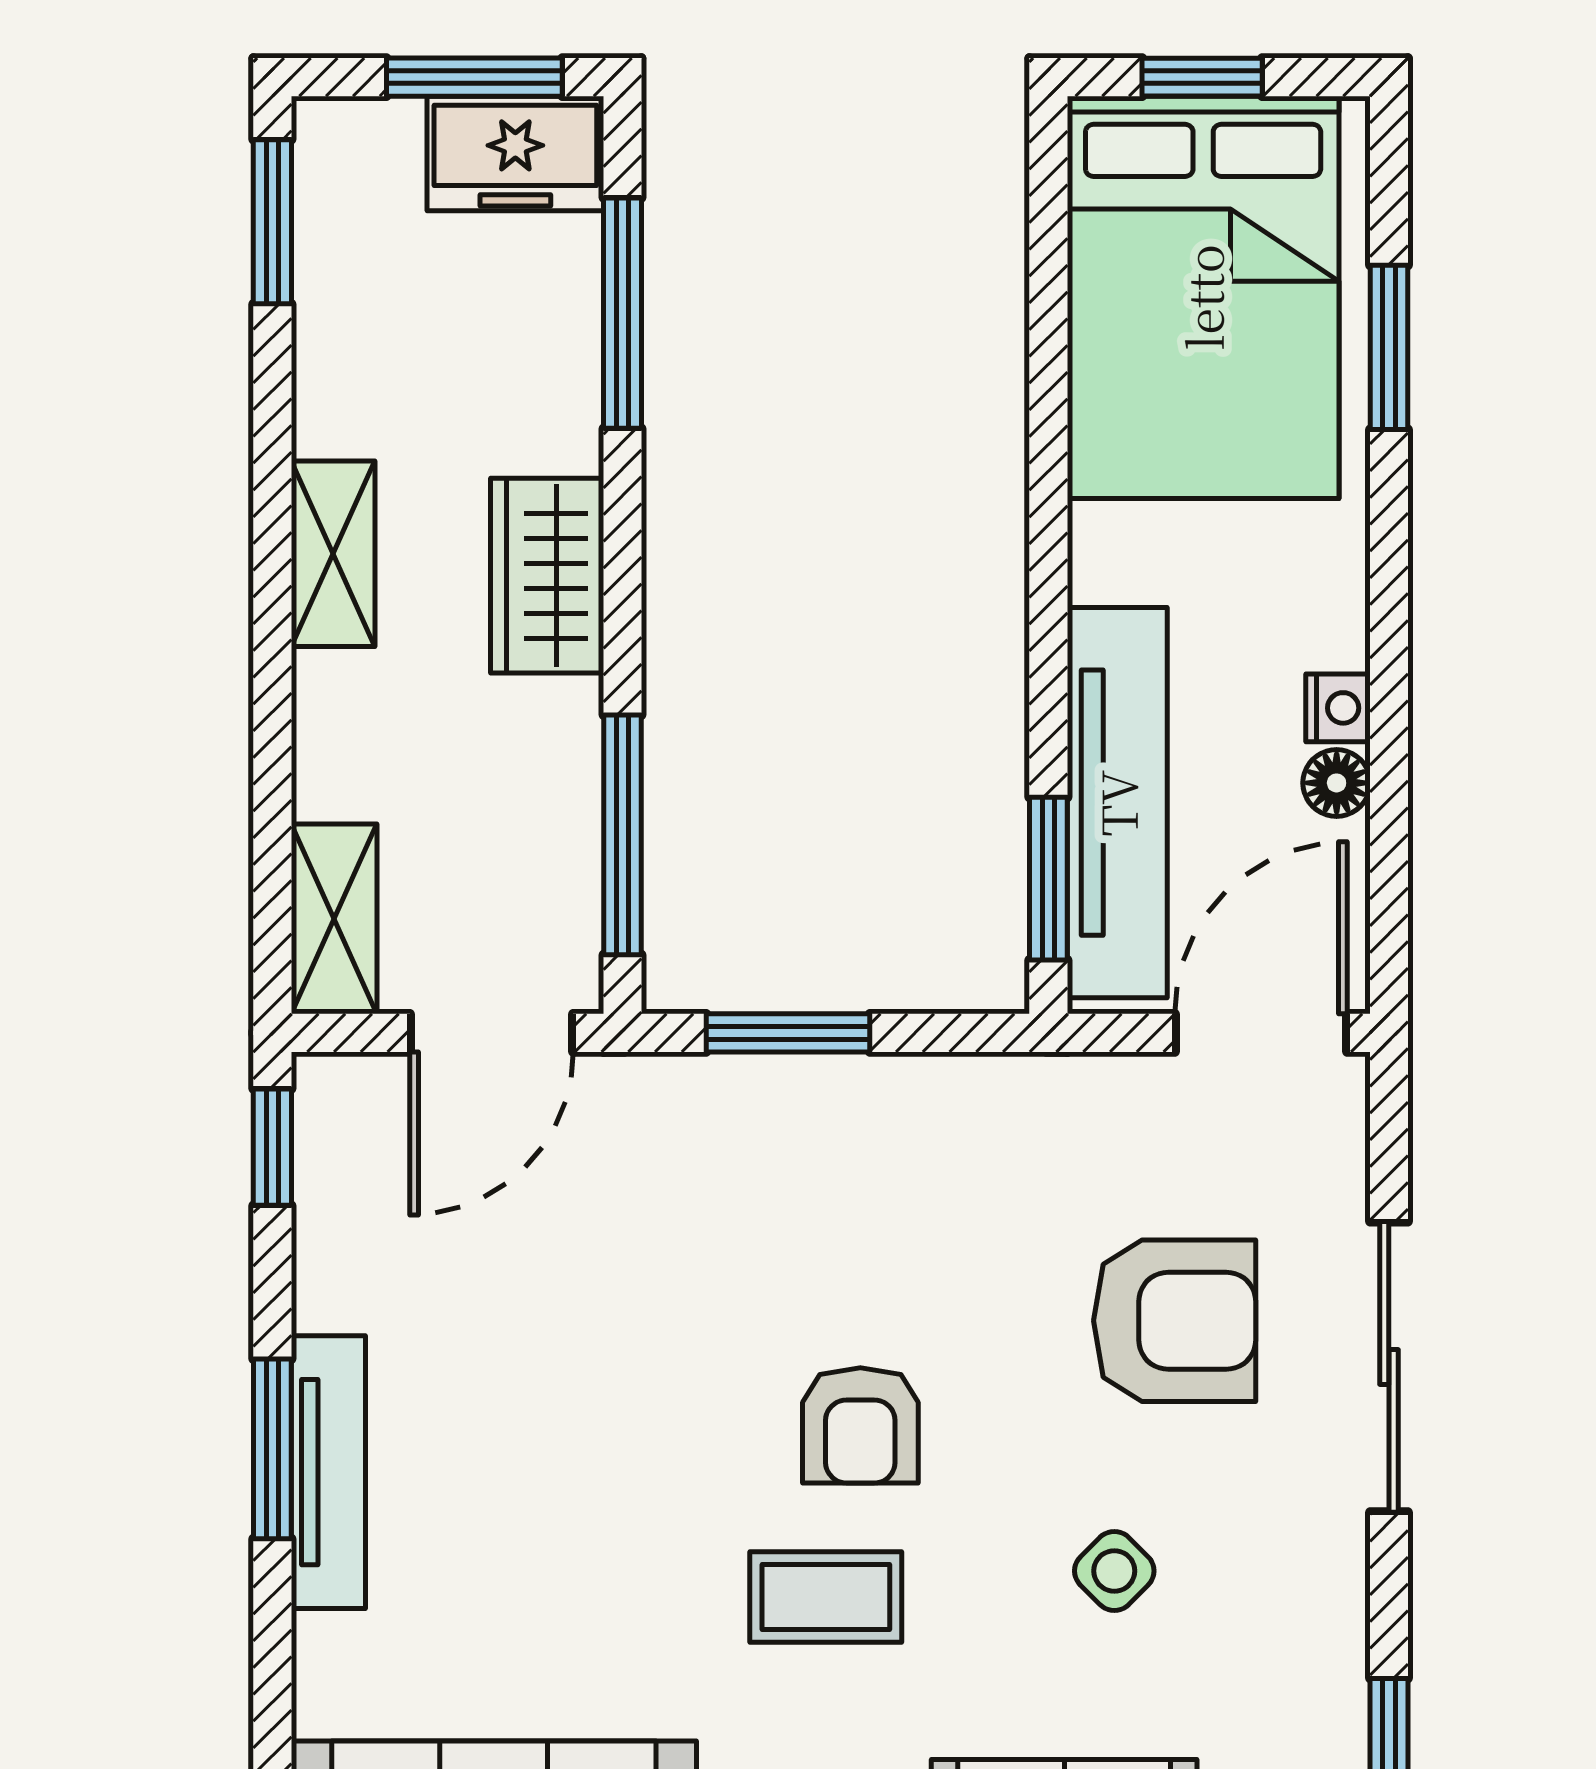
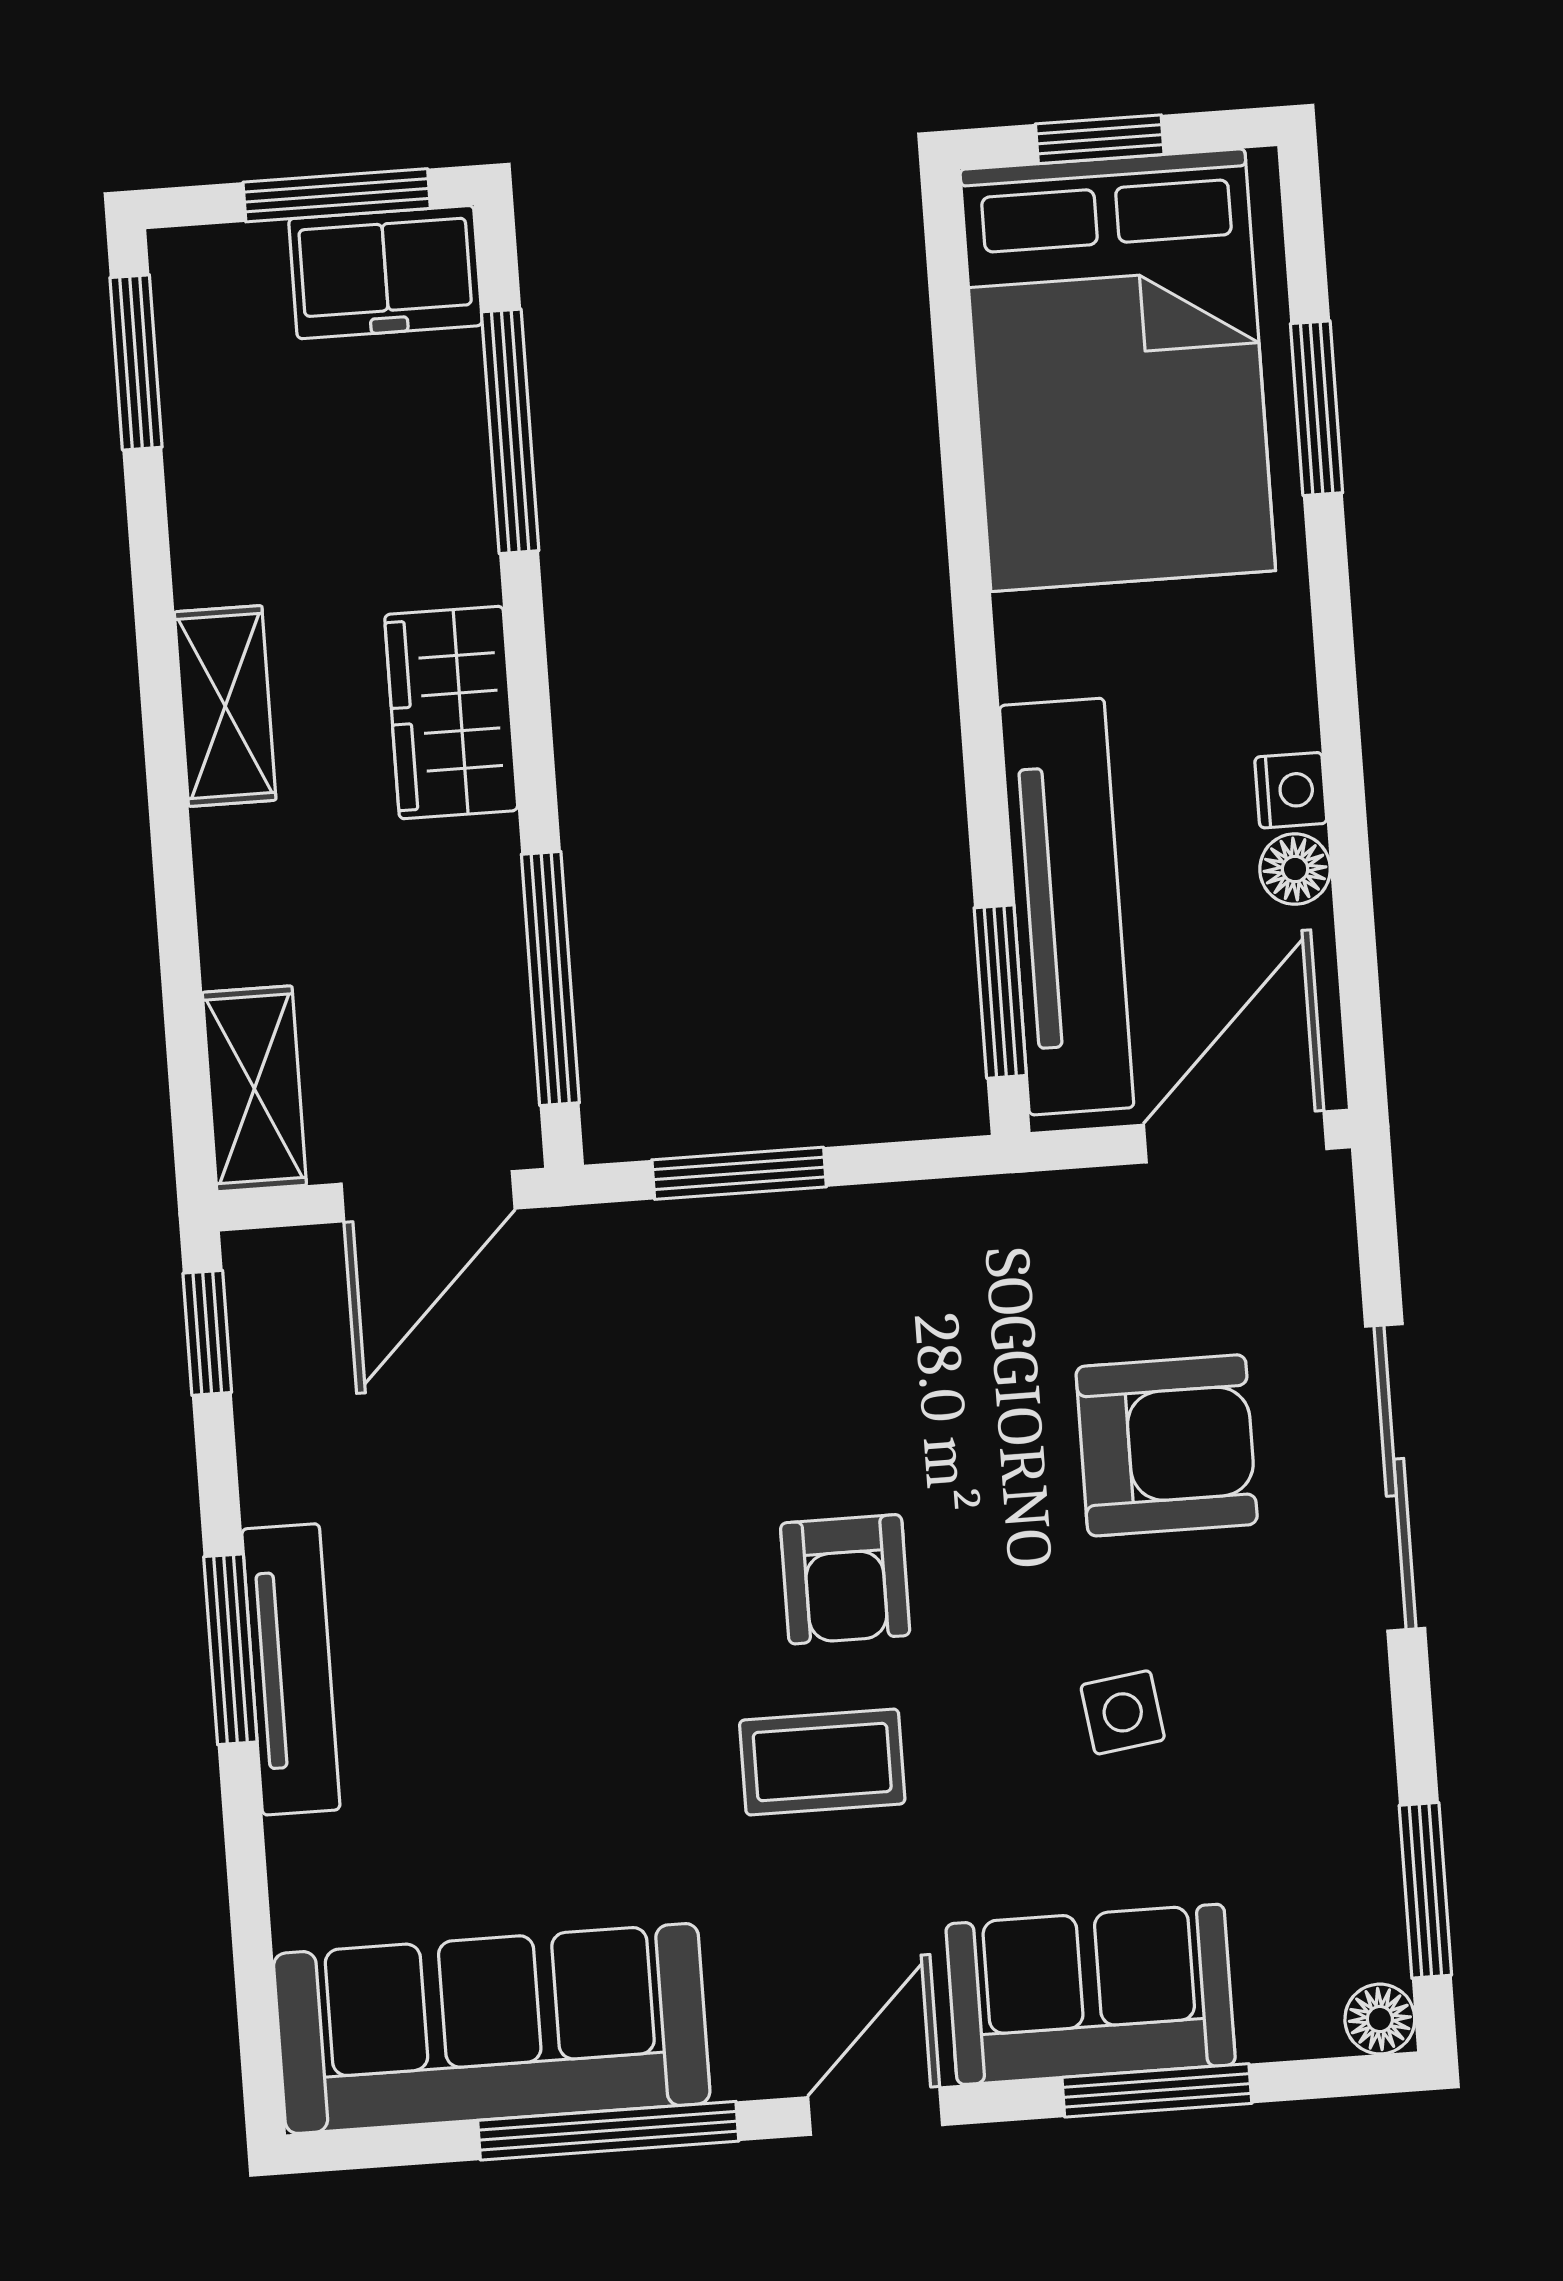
side table: (1114, 1571) -> (1123, 1712), turned 37

